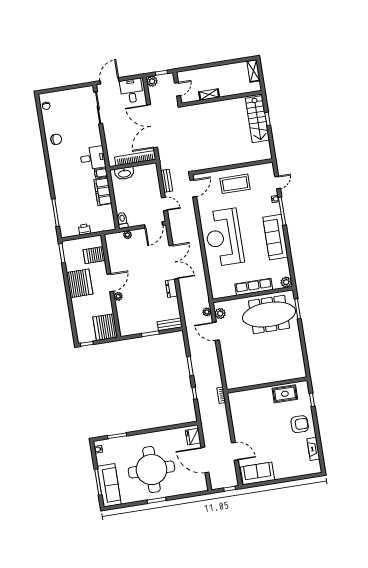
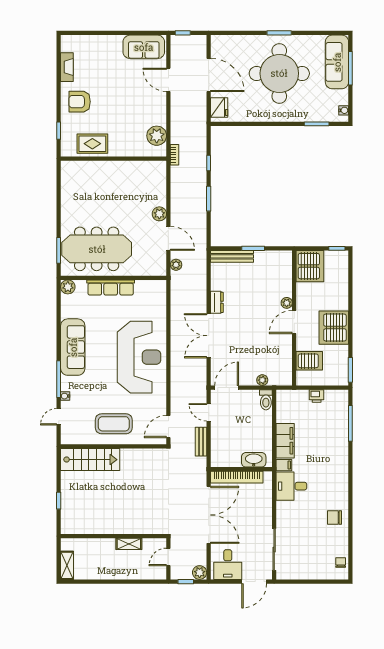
stairs: (257, 119) -> (90, 460), moved, turned 90
plant: (220, 314) -> (159, 214), moved
bench: (170, 324) -> (232, 256), width x1.36
plant: (237, 408) -> (157, 136), added

